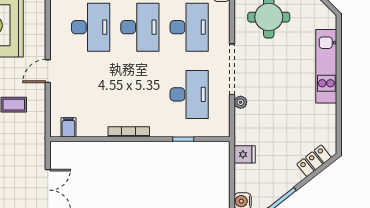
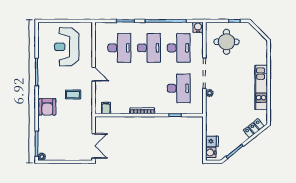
kitchen unit: (326, 66) -> (261, 87), moved
door: (48, 71) -> (94, 74), swing flipped
fridge: (245, 154) -> (212, 141), moved

